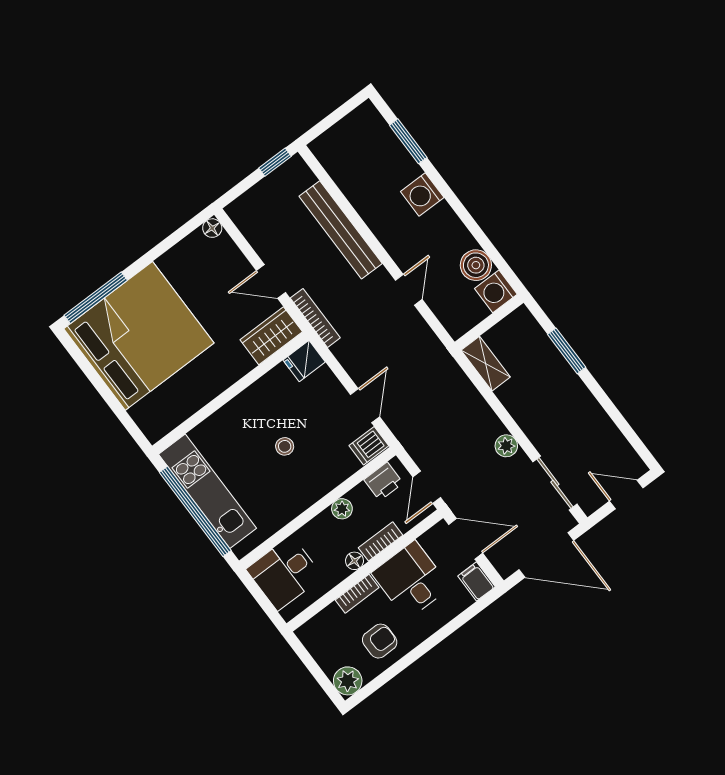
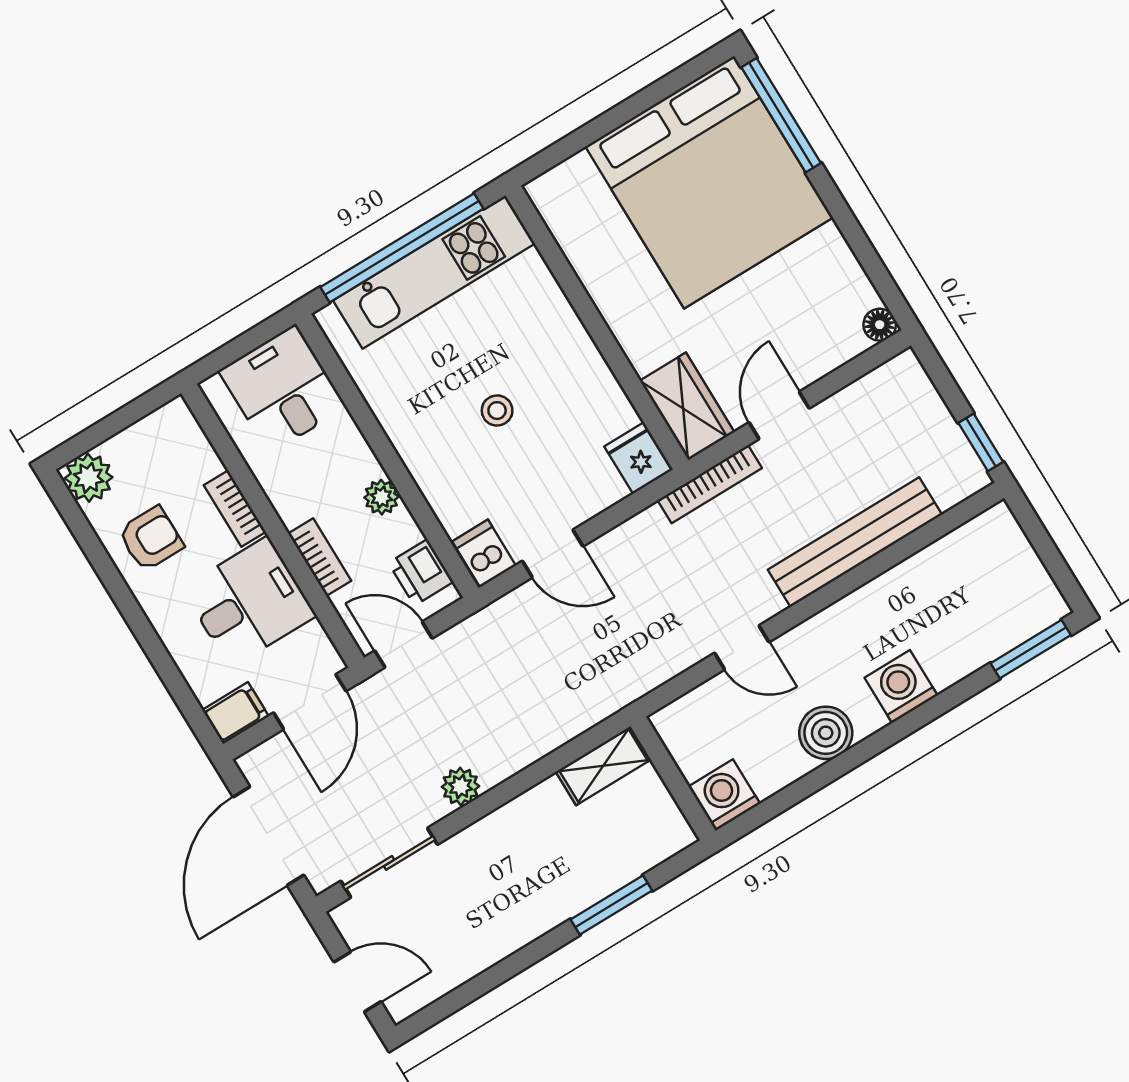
window: (408, 141) -> (1031, 649), moved
boiler: (476, 265) -> (826, 733), moved
door: (626, 495) -> (358, 982), hinge flipped
floor lamp: (355, 561) -> (291, 510), removed
armchair: (380, 641) -> (151, 539), turned -90

